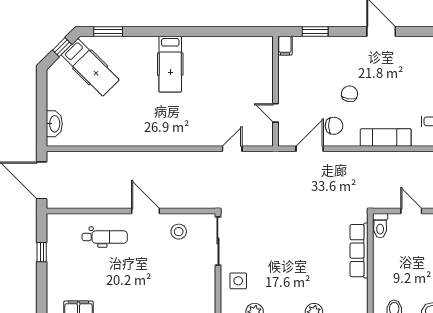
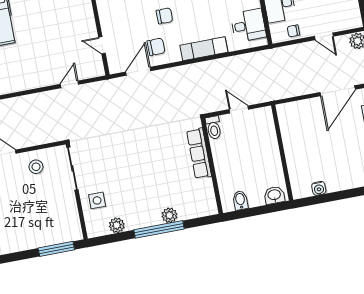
chair: (350, 94) -> (164, 16), turned 81

